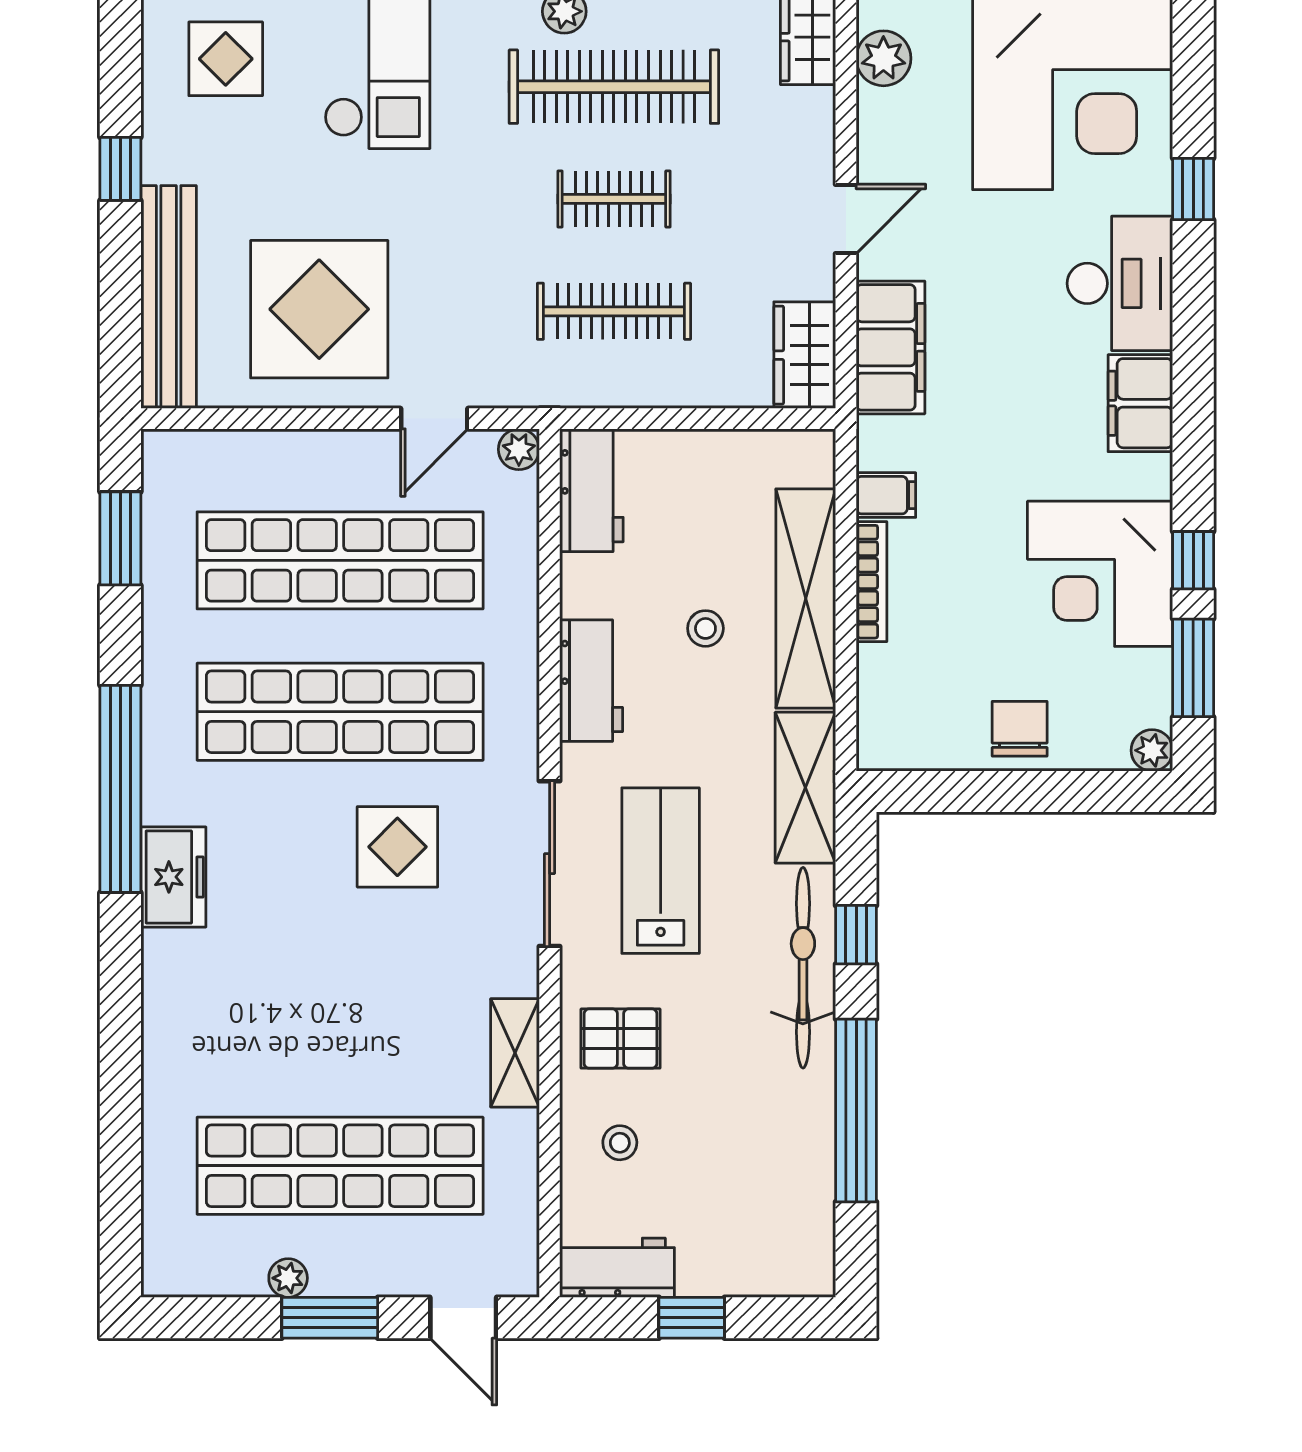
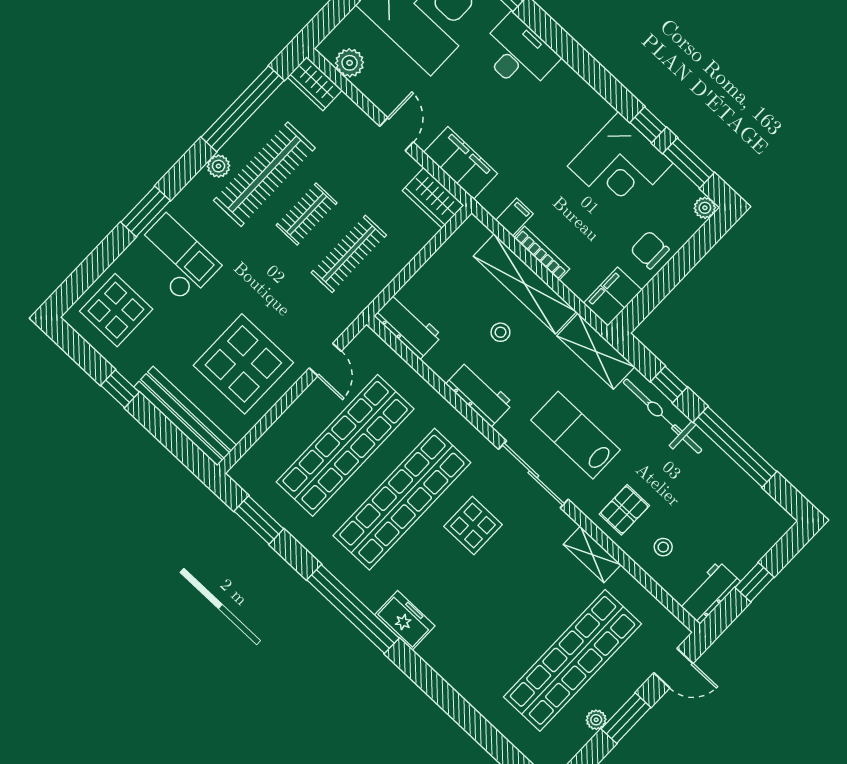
display table: (226, 59) -> (116, 310), width x1.36, depth x1.36
filing cabinet: (1140, 403) -> (613, 297), moved, turned 90
plant: (519, 449) -> (367, 339), removed

